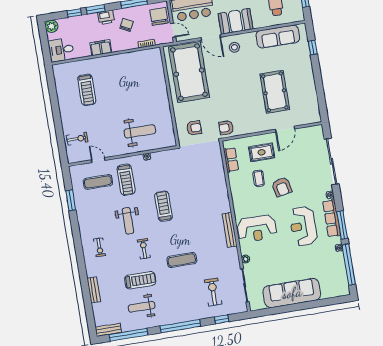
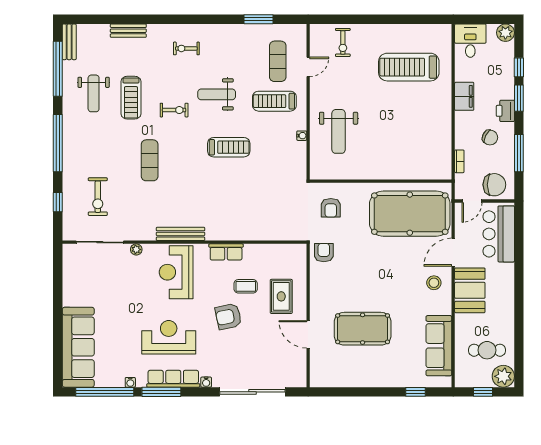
treadmill: (87, 90) -> (409, 67), width x1.37, depth x1.38
row of seats: (231, 160) -> (226, 252), moved
exercise bike: (213, 292) -> (98, 197), turned 90
sofa: (292, 293) -> (78, 347), moved
weight bench: (142, 307) -> (94, 93), turned 180

